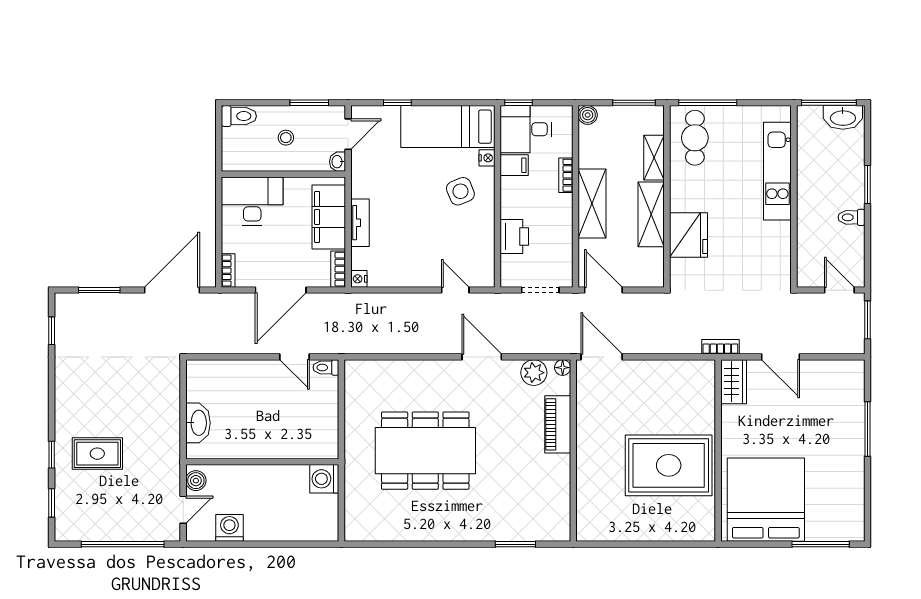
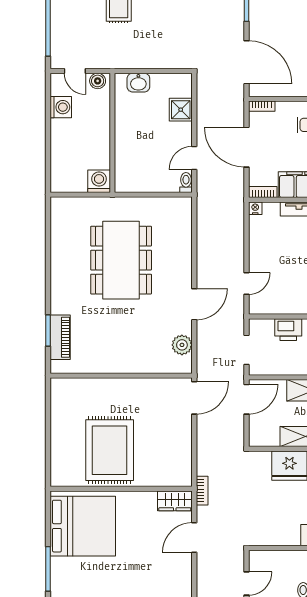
floor lamp: (563, 368) -> (186, 367), removed
shower: (233, 374) -> (181, 110), added
washbasin: (198, 423) -> (138, 83), width x0.72
piano: (558, 424) -> (60, 337), moved, turned 90

